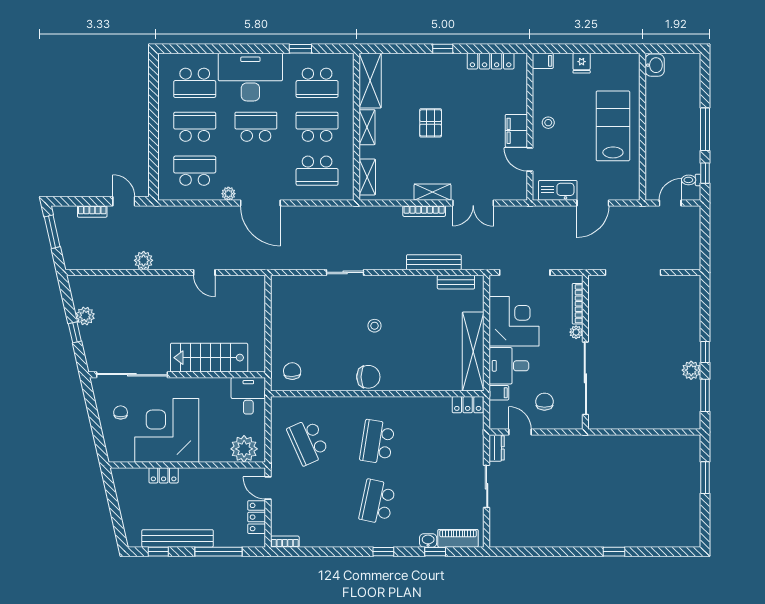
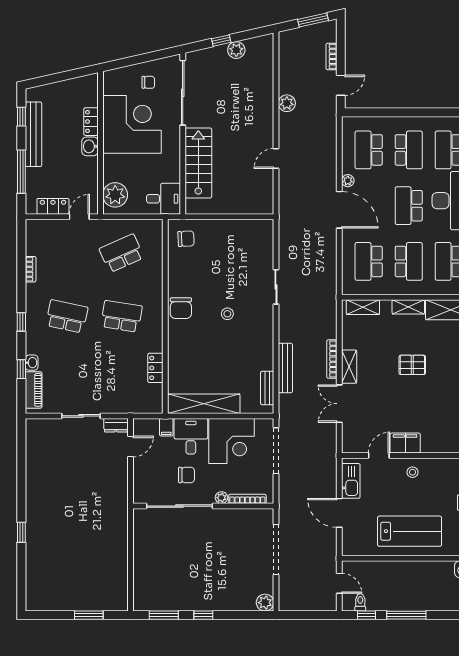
school desk: (256, 127) -> (409, 206), turned 180
school desk: (195, 171) -> (369, 150), turned 180
door: (260, 203) -> (339, 210), swing flipped
plant: (691, 370) -> (265, 603), moved
chair: (544, 402) -> (187, 475), moved
locker: (468, 405) -> (155, 368), moved
washbasin: (191, 476) -> (90, 146), added
bookcase: (285, 542) -> (31, 269), moved

